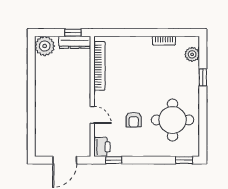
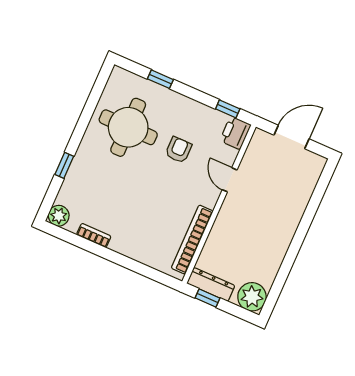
plant: (192, 54) -> (59, 216), moved
window: (184, 160) -> (160, 79), moved

